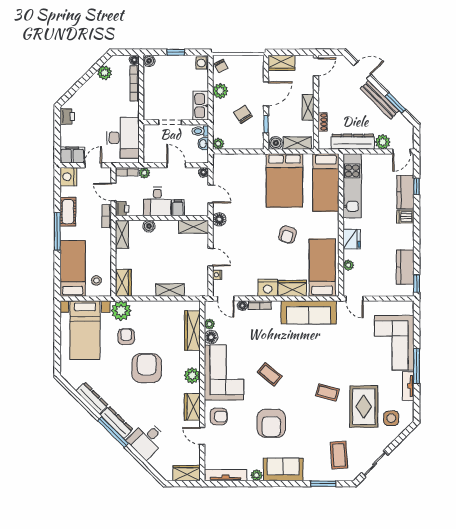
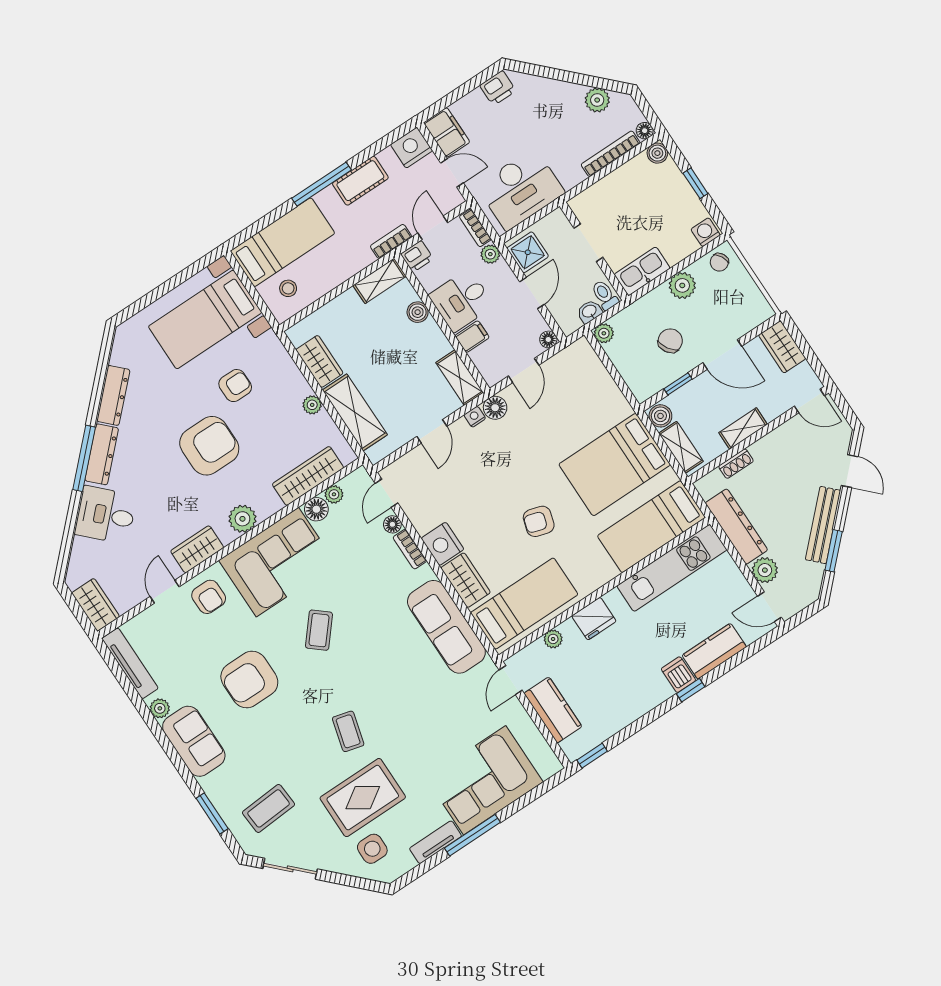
shower: (155, 154) -> (528, 252), added
window: (417, 187) -> (691, 690), moved
kitchen counter: (405, 267) -> (553, 710), moved, turned 90
nightstand: (217, 275) -> (475, 417), moved
wardrobe: (123, 283) -> (319, 361), moved, turned -90
shelving: (170, 290) -> (355, 412), width x1.50, depth x1.33
plant: (121, 311) -> (312, 405), moved, width x0.53, depth x0.53

